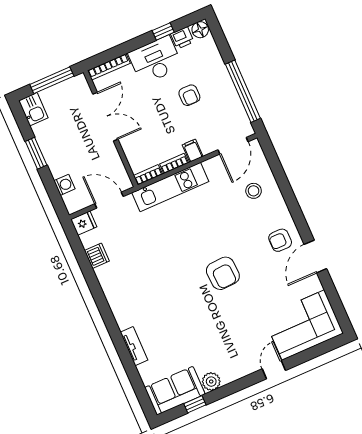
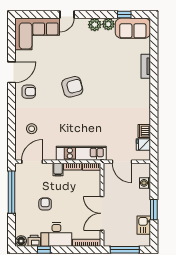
kitchen sink: (33, 109) -> (144, 225), moved
fridge: (84, 223) -> (143, 144), moved
armchair: (223, 273) -> (72, 87), turned 78
plant: (230, 373) -> (95, 25), added

